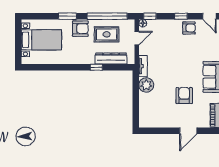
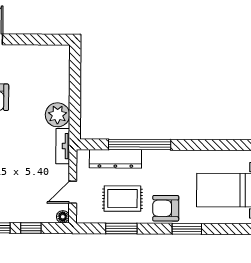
window: (107, 16) -> (121, 229), width x0.47
window: (150, 16) -> (31, 228), moved
window: (96, 67) -> (140, 145), width x3.17

